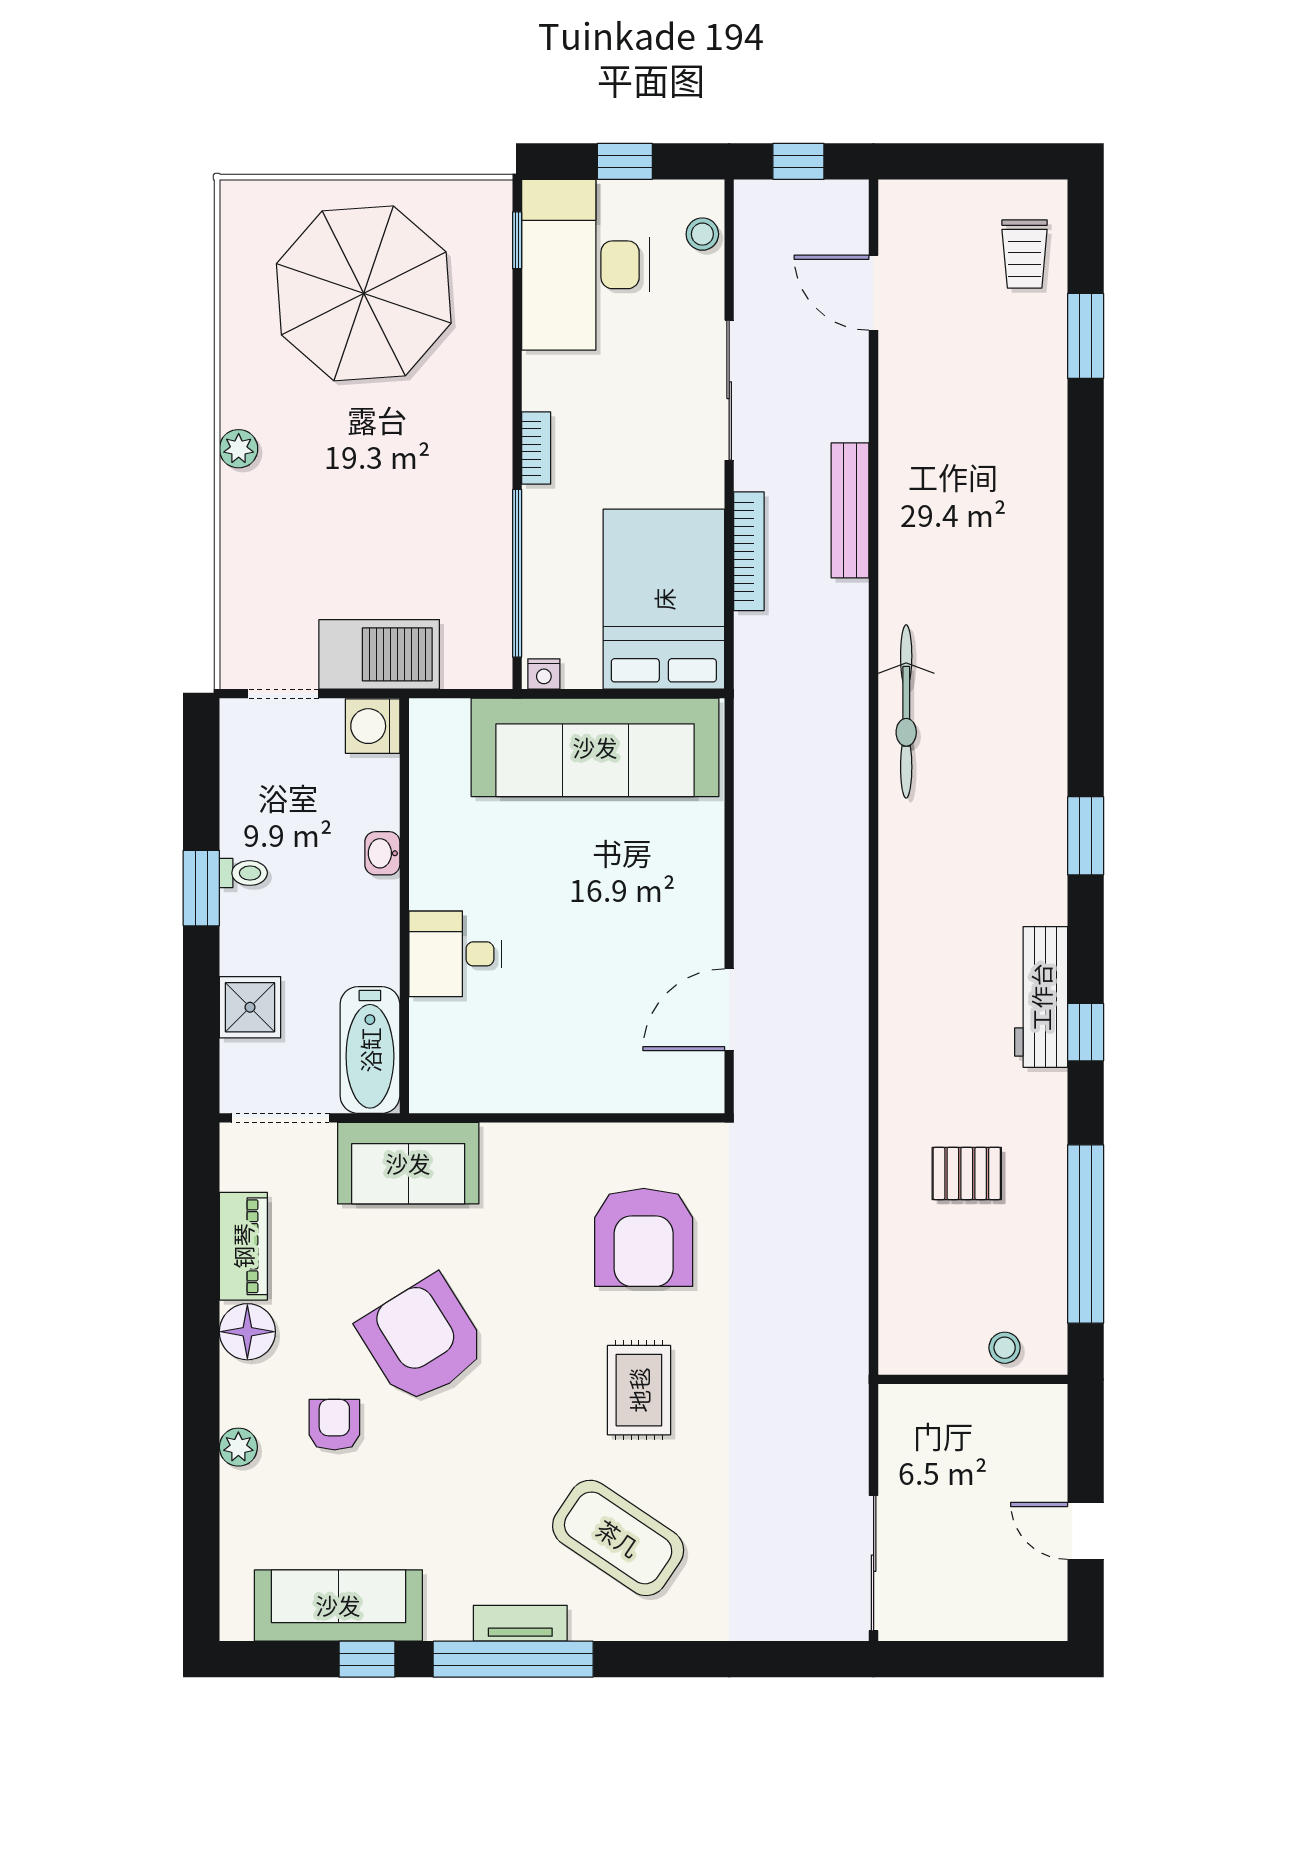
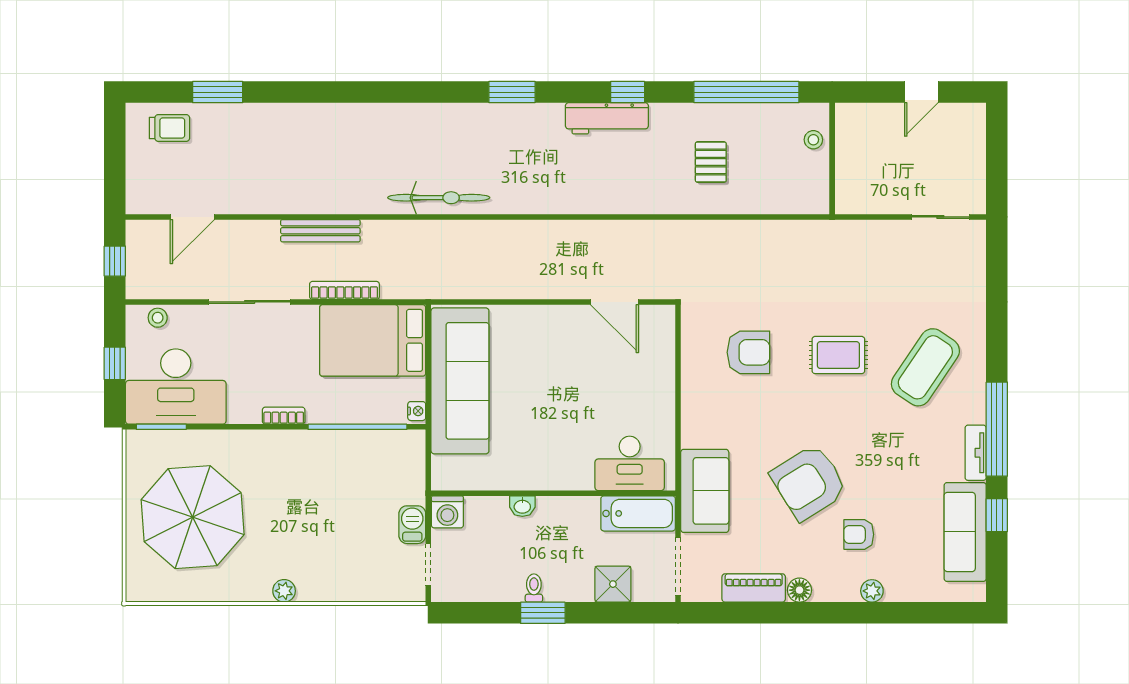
window: (517, 240) -> (161, 427), width x1.50
barbecue: (379, 654) -> (412, 525), width x0.53, depth x0.65
desk: (455, 954) -> (630, 463), moved, width x1.37
armchair: (644, 1237) -> (748, 352), width x0.73, depth x0.73
floor lamp: (247, 1332) -> (799, 590), width x0.73, depth x0.73
sliding door: (874, 1563) -> (940, 217), width x0.73
tv unit: (520, 1623) -> (976, 453), moved

